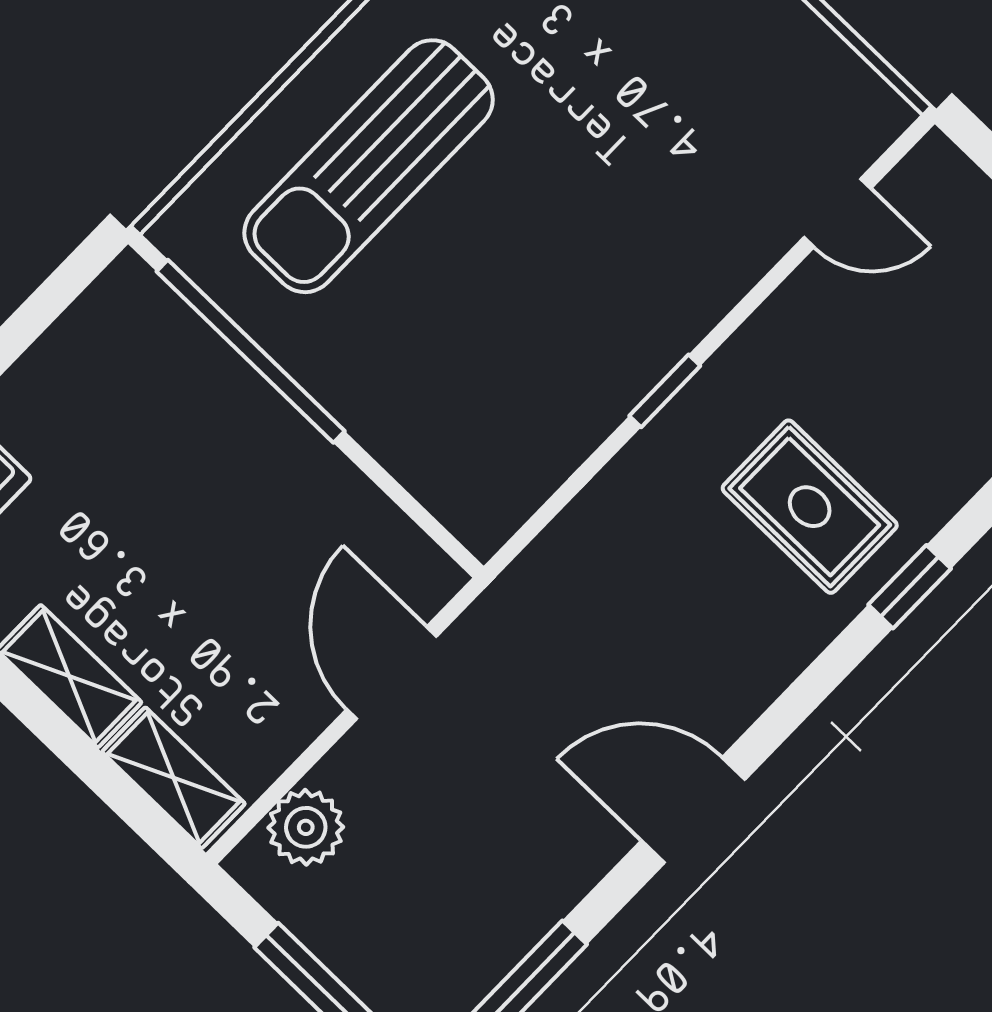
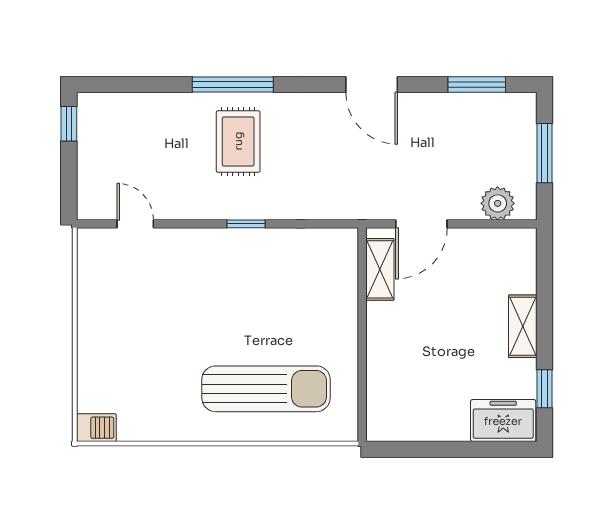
window: (251, 351) -> (362, 369), removed
window: (910, 587) -> (233, 85), width x2.17
shelving: (173, 778) -> (380, 269), moved

